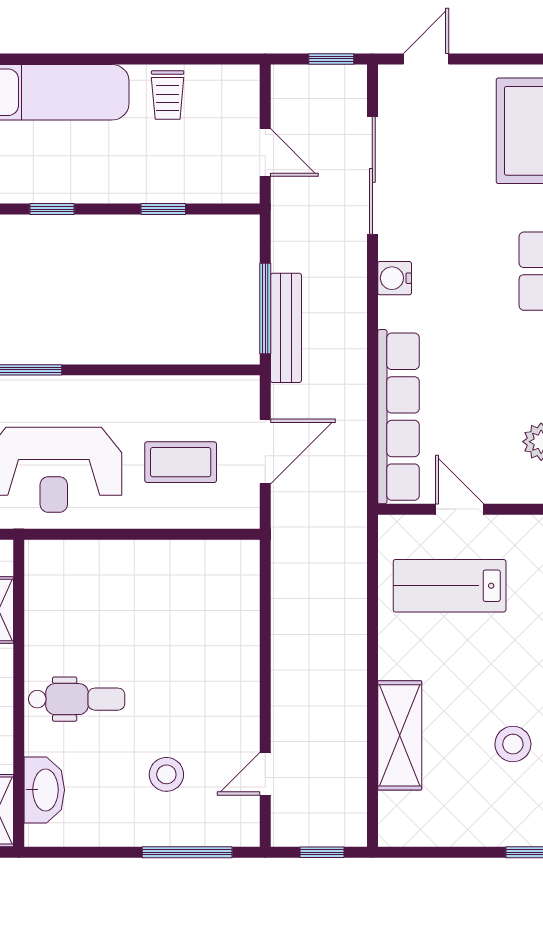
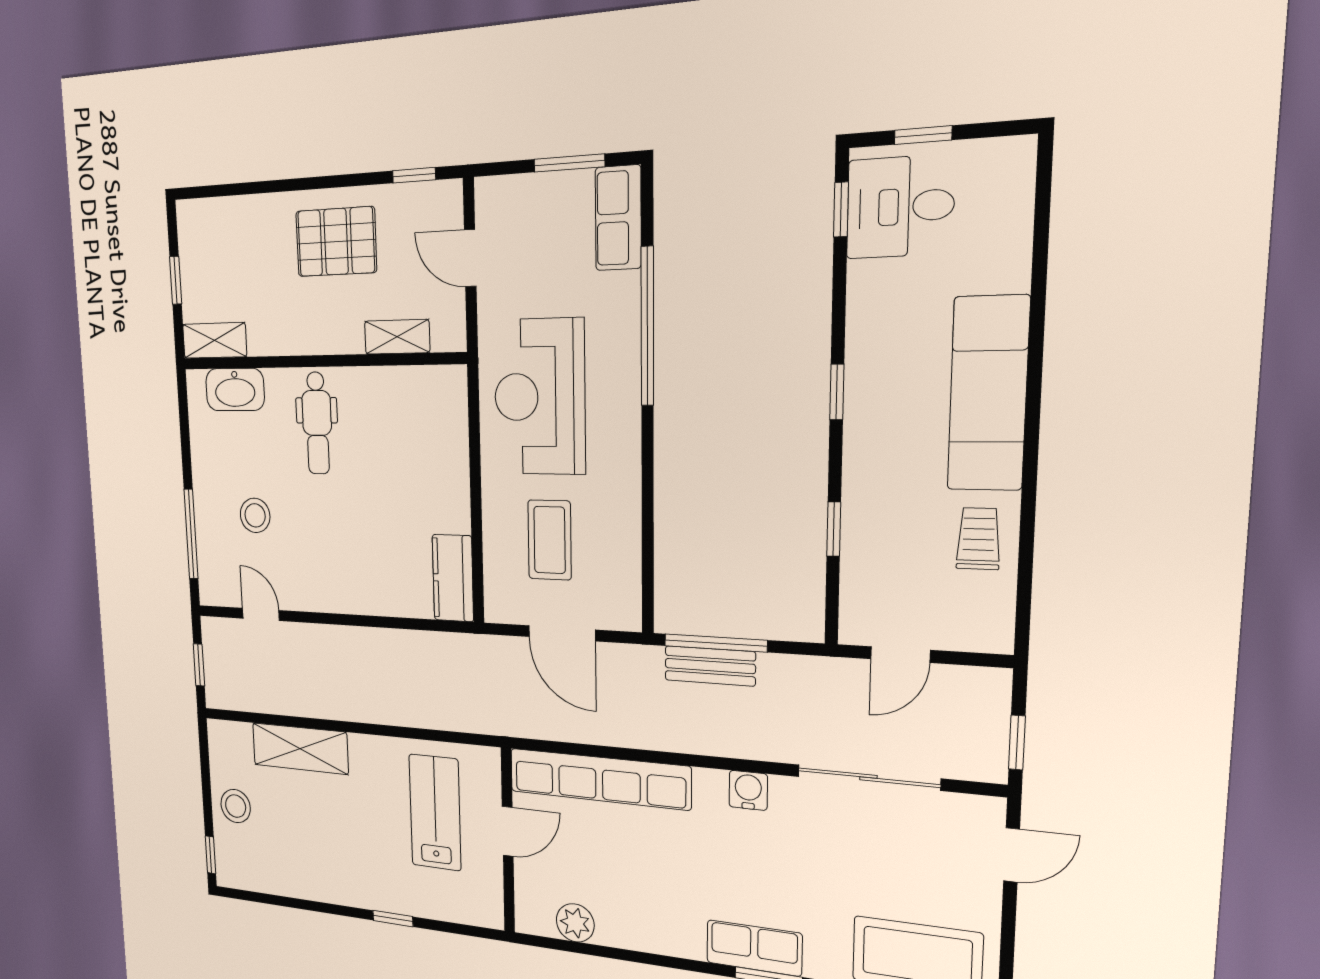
door: (426, 59) -> (1012, 855), hinge flipped
trolley: (168, 95) -> (979, 539), turned 90
bench: (286, 328) -> (710, 666), width x0.73
kitchen counter: (219, 560) -> (453, 578), added
stool: (513, 744) -> (236, 806), moved

